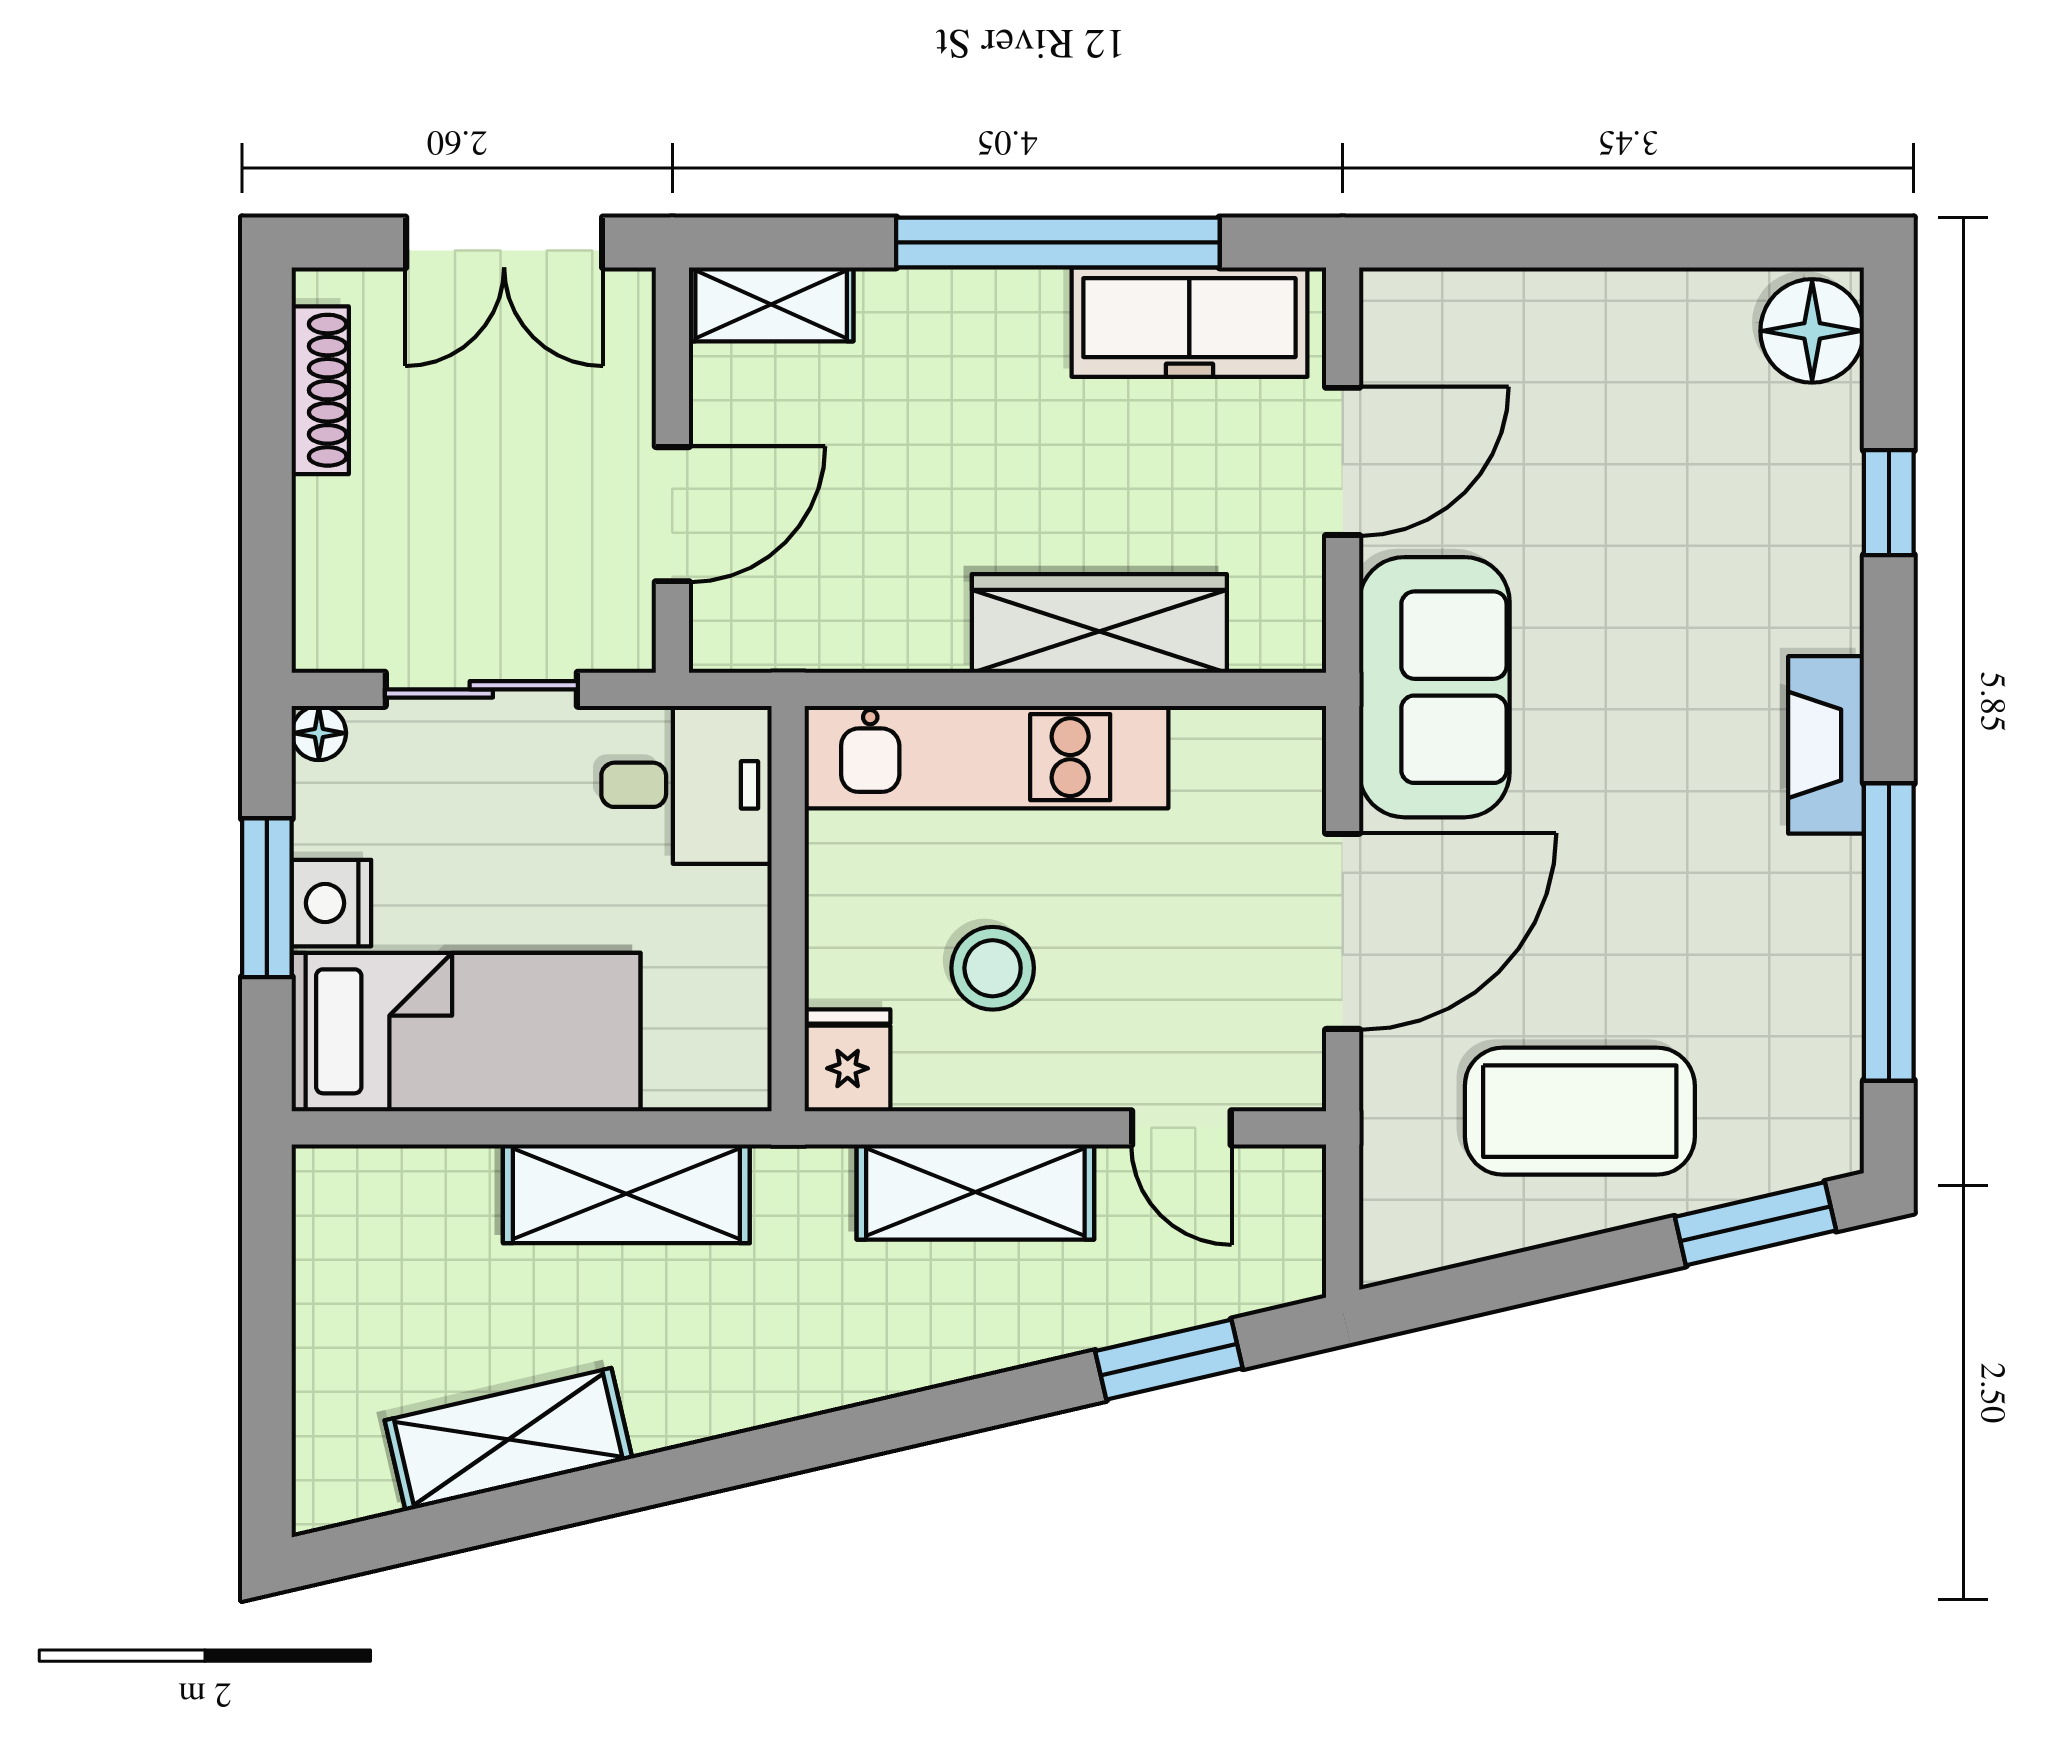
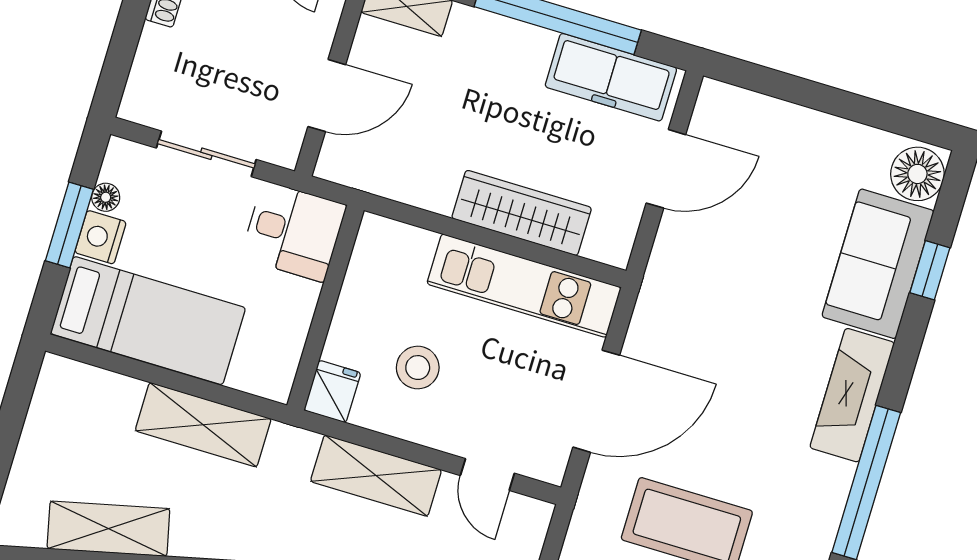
sofa: (1434, 687) -> (878, 264), moved, turned 180
floor lamp: (319, 733) -> (106, 197), moved
fireplace: (1826, 745) -> (852, 395), width x1.37, depth x1.32
kitchen unit: (987, 757) -> (524, 286), moved

